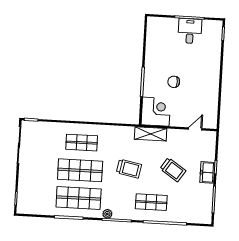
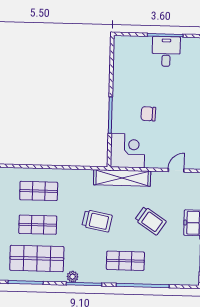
shelving: (151, 134) -> (122, 178), width x1.47
shop shelf: (80, 170) -> (38, 225), width x0.70, depth x0.74

